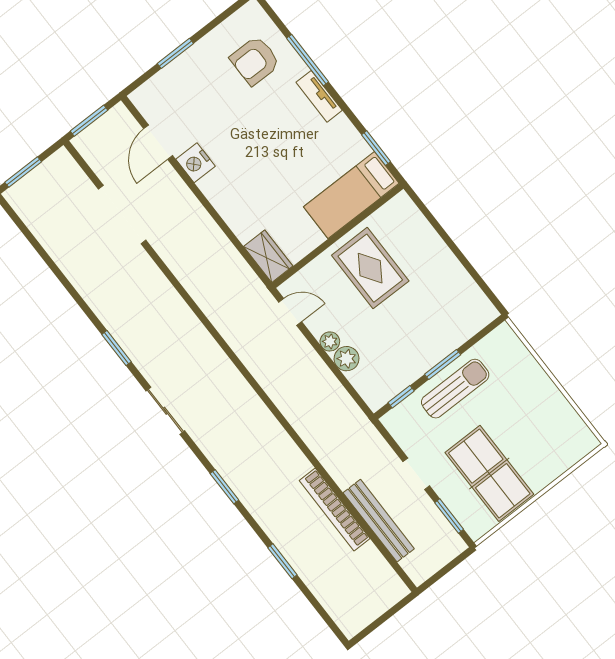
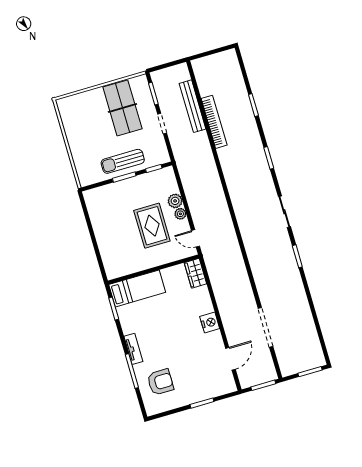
nightstand: (195, 163) -> (210, 322), moved
rug: (370, 268) -> (152, 226), moved

